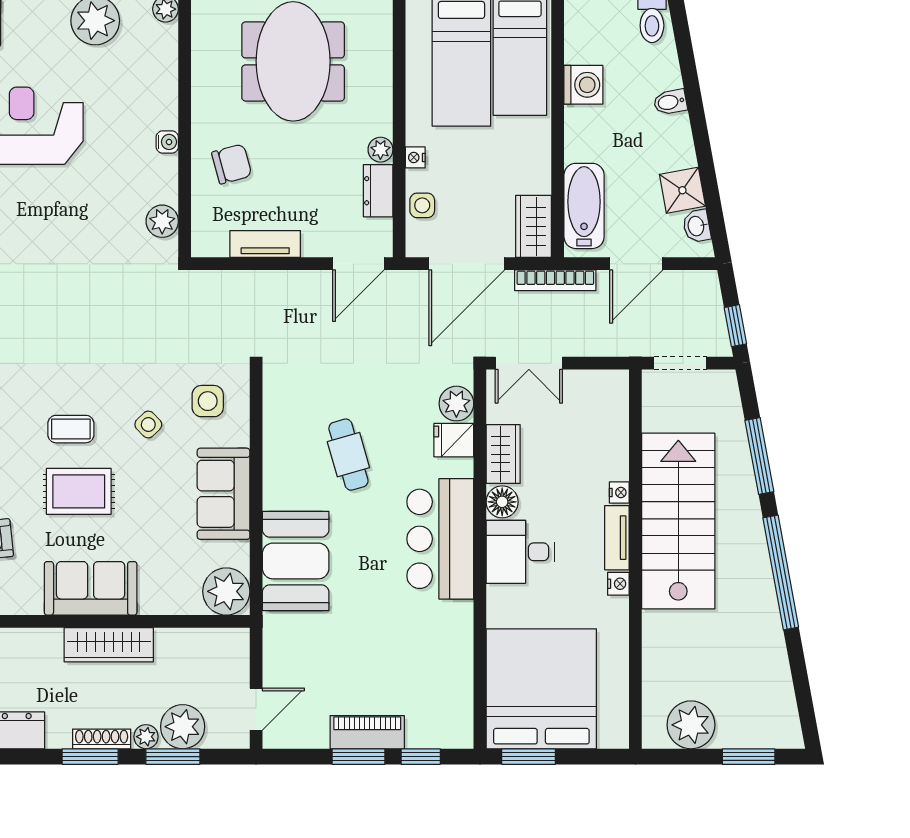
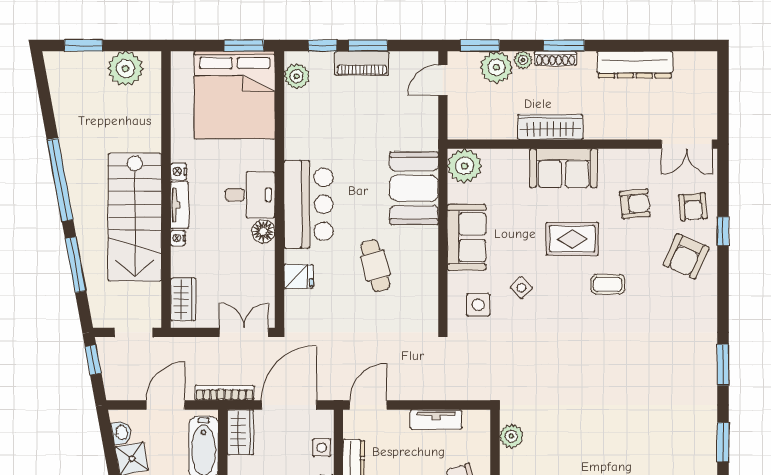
plant: (456, 404) -> (297, 76), moved
coffee table: (71, 429) -> (608, 284), moved
wardrobe: (503, 454) -> (183, 299), moved, turned 180
window: (173, 757) -> (480, 45), moved

